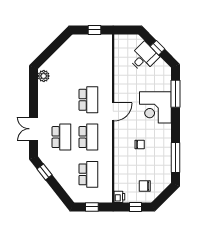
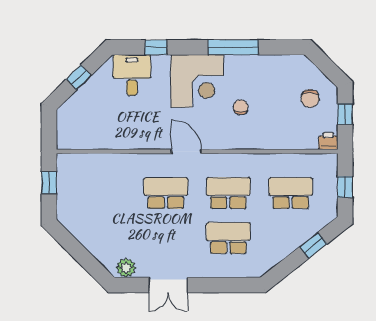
desk: (144, 57) -> (132, 75), moved, turned 45
window: (175, 94) -> (156, 47), width x0.46
corner desk: (155, 107) -> (197, 81), moved
double door: (33, 129) -> (168, 285), moved
window: (175, 157) -> (233, 47), moved
window: (45, 172) -> (313, 245), moved

